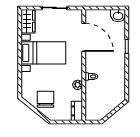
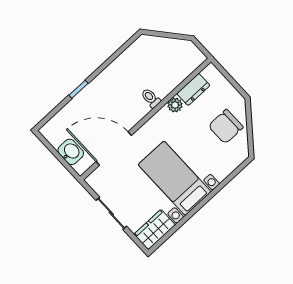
washbasin: (118, 16) -> (71, 152), moved
door: (84, 37) -> (114, 149), hinge flipped
dresser: (77, 111) -> (193, 89), moved

